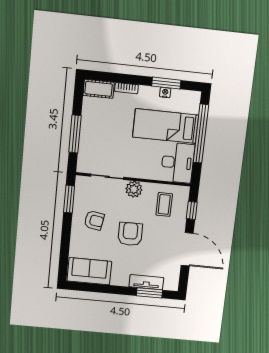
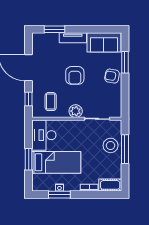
window: (201, 134) -> (29, 159), width x0.47
stool: (93, 141) -> (111, 145), added
window: (69, 199) -> (125, 62), moved
armchair: (94, 220) -> (112, 76), moved
tv unit: (146, 282) -> (73, 38), moved

